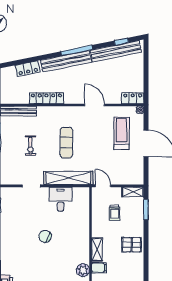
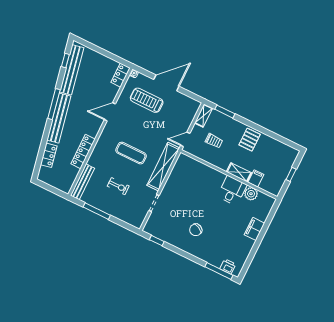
desk: (61, 199) -> (232, 191), moved, turned 90
chair: (45, 236) -> (196, 230), moved

